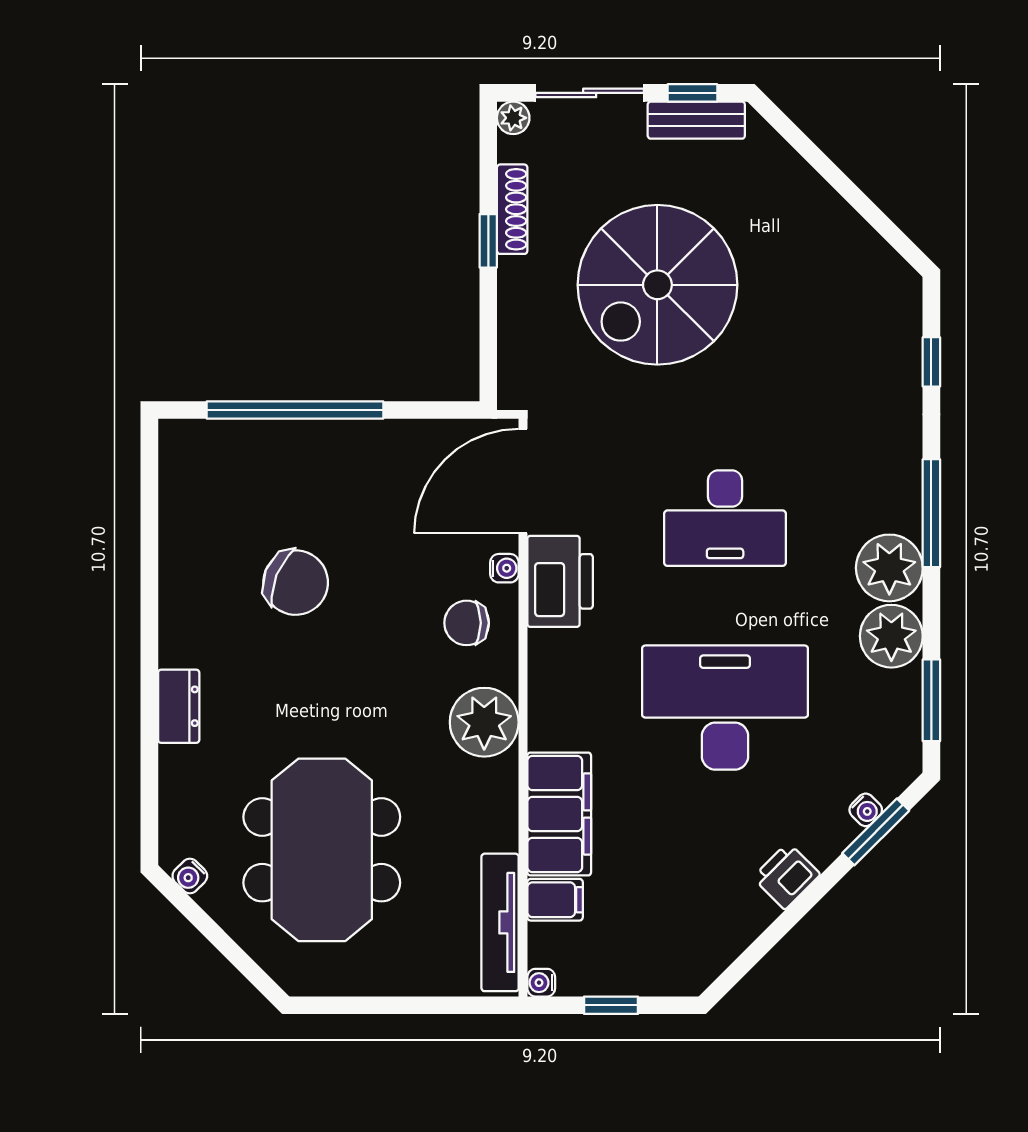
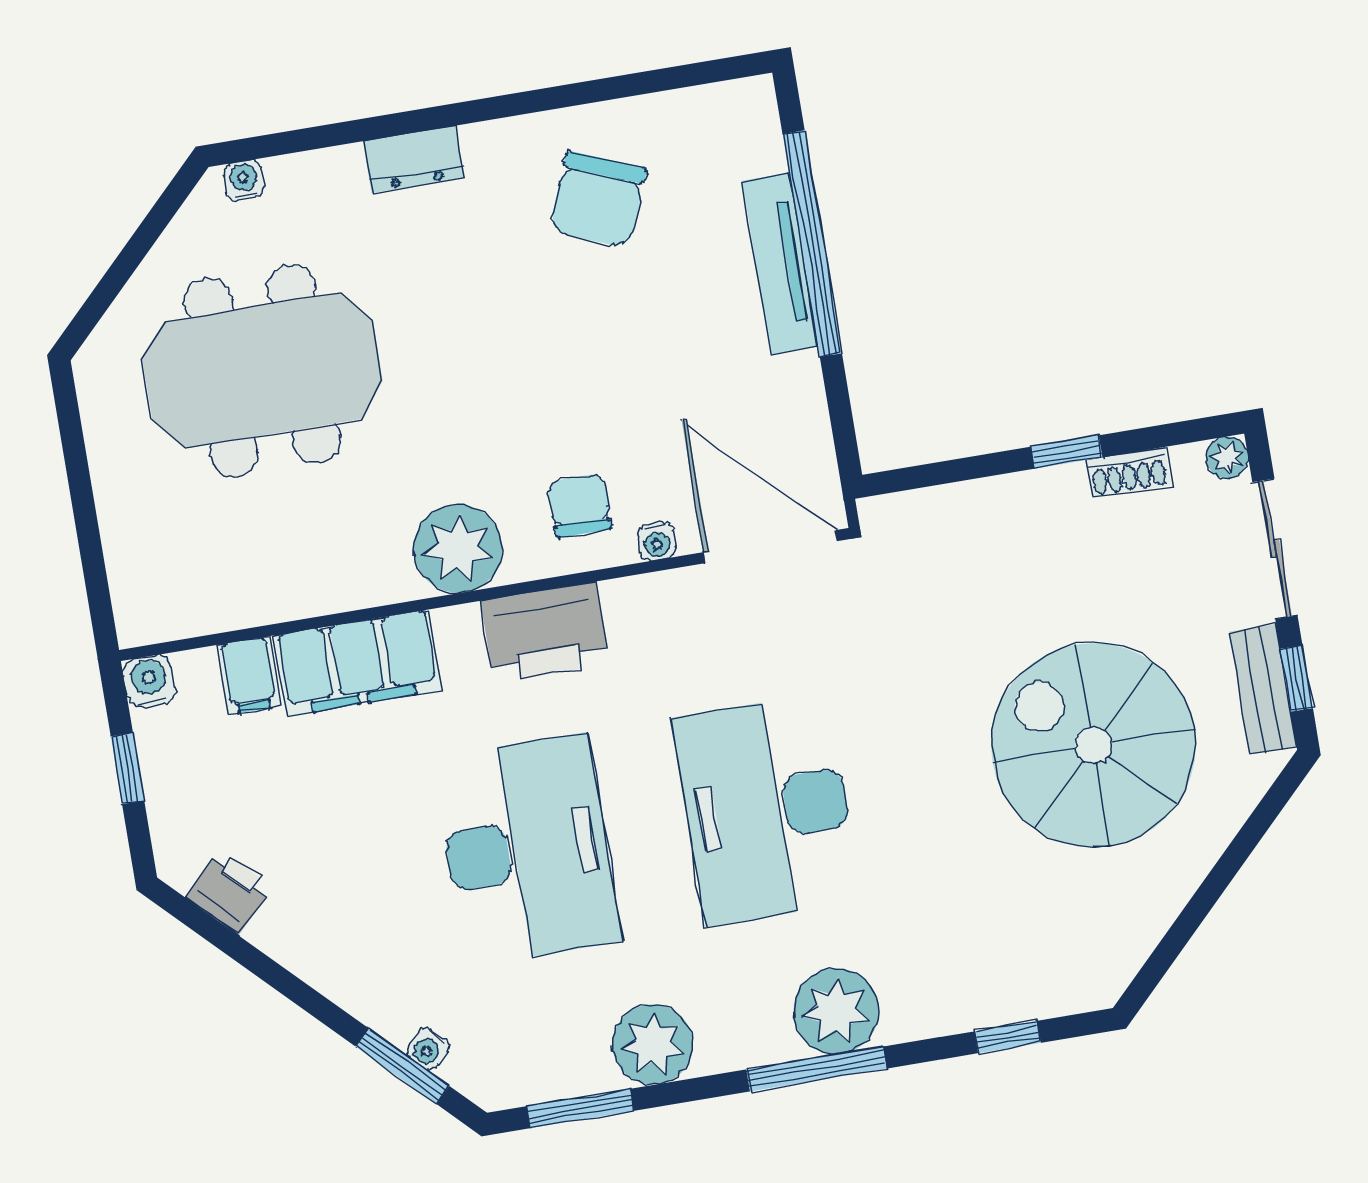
shoe rack: (512, 209) -> (1129, 473), width x0.70
spiral stairs: (657, 285) -> (1093, 745), moved
desk: (725, 518) -> (767, 809), width x1.36, depth x1.30
plant: (889, 568) -> (836, 1011), moved
printer: (560, 581) -> (545, 633), moved
chair: (296, 583) -> (598, 200), moved
water cooler: (190, 876) -> (244, 180), moved, turned 45
printer: (786, 876) -> (229, 892), moved
tv unit: (500, 922) -> (780, 264), moved, turned -90
water cooler: (541, 983) -> (149, 681), width x1.38, depth x1.38

